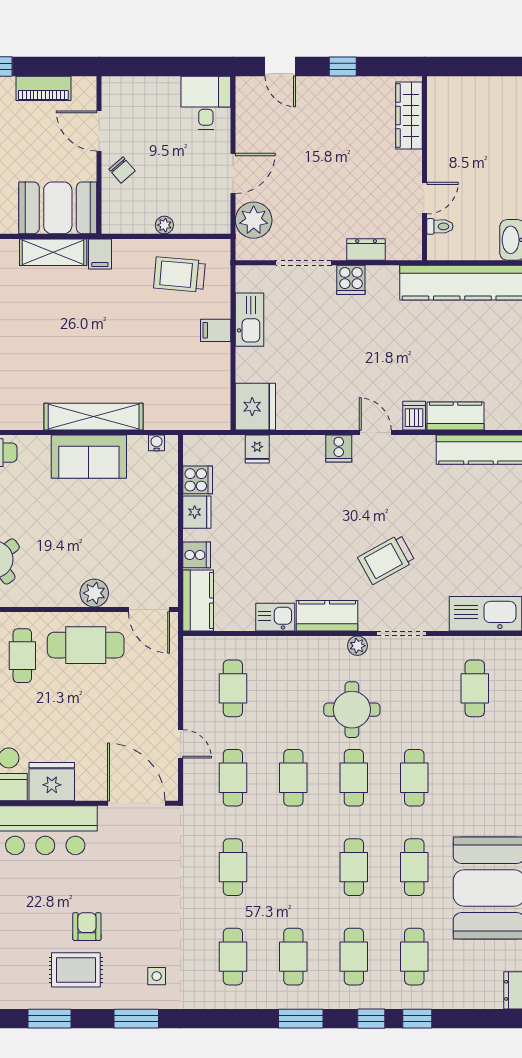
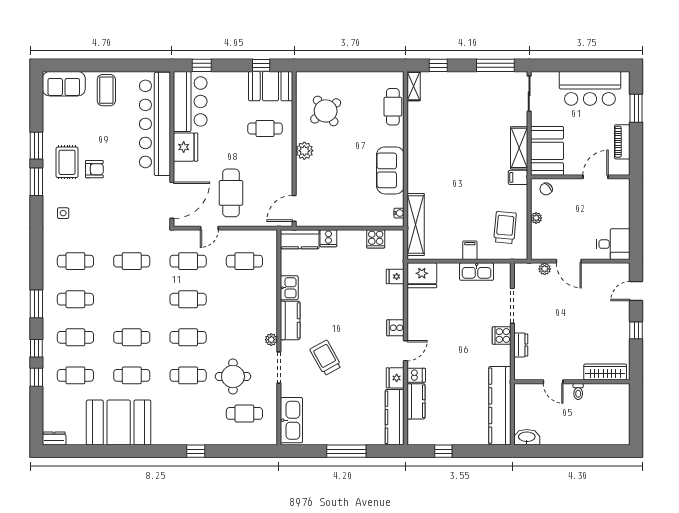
chair: (122, 170) -> (546, 189), moved
plant: (254, 220) -> (545, 269), width x0.53, depth x0.53
toilet: (440, 226) -> (578, 391), moved
shelving: (94, 417) -> (416, 224), moved
fridge: (197, 512) -> (395, 378), moved, turned 90
plant: (94, 593) -> (304, 151), moved
cafe table: (86, 645) -> (231, 193), moved
round table: (352, 710) -> (233, 376), moved
window: (136, 1019) -> (36, 182), moved

